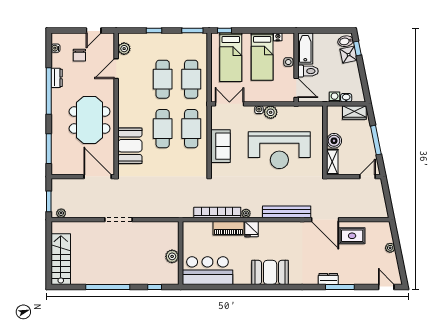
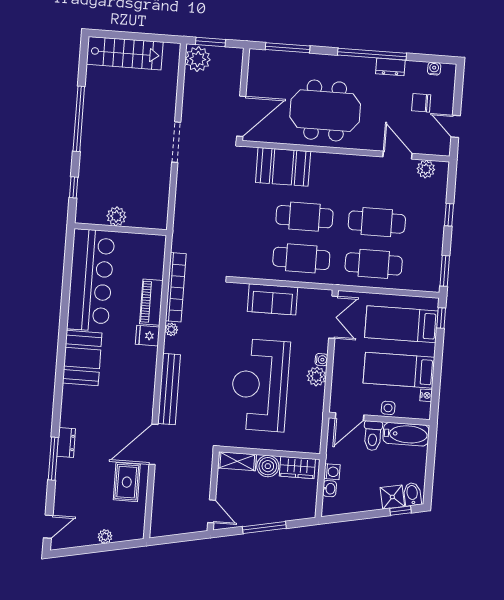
wardrobe: (354, 113) -> (297, 467), moved, turned -90
plant: (61, 213) -> (198, 59), width x1.88, depth x1.88
bar counter: (207, 271) -> (91, 280), width x1.36

